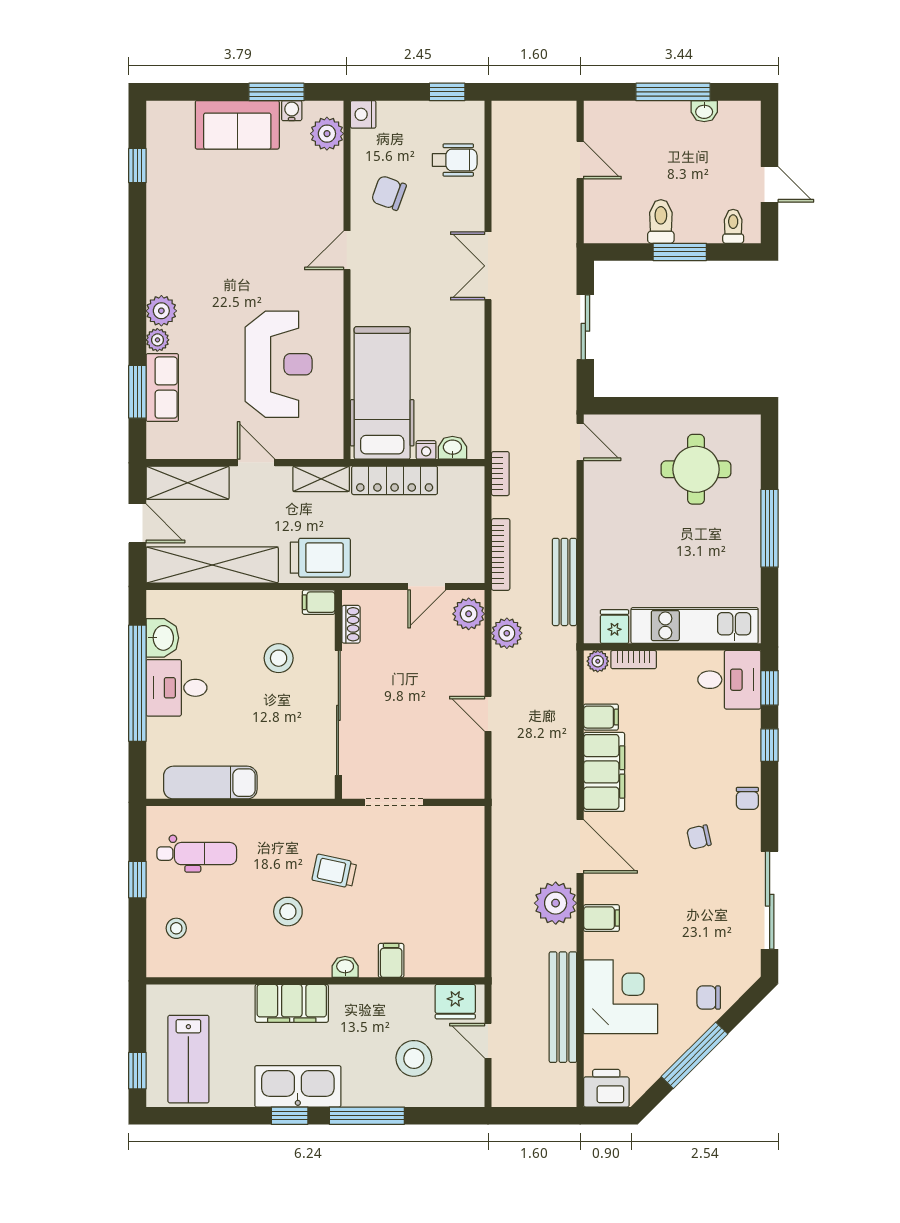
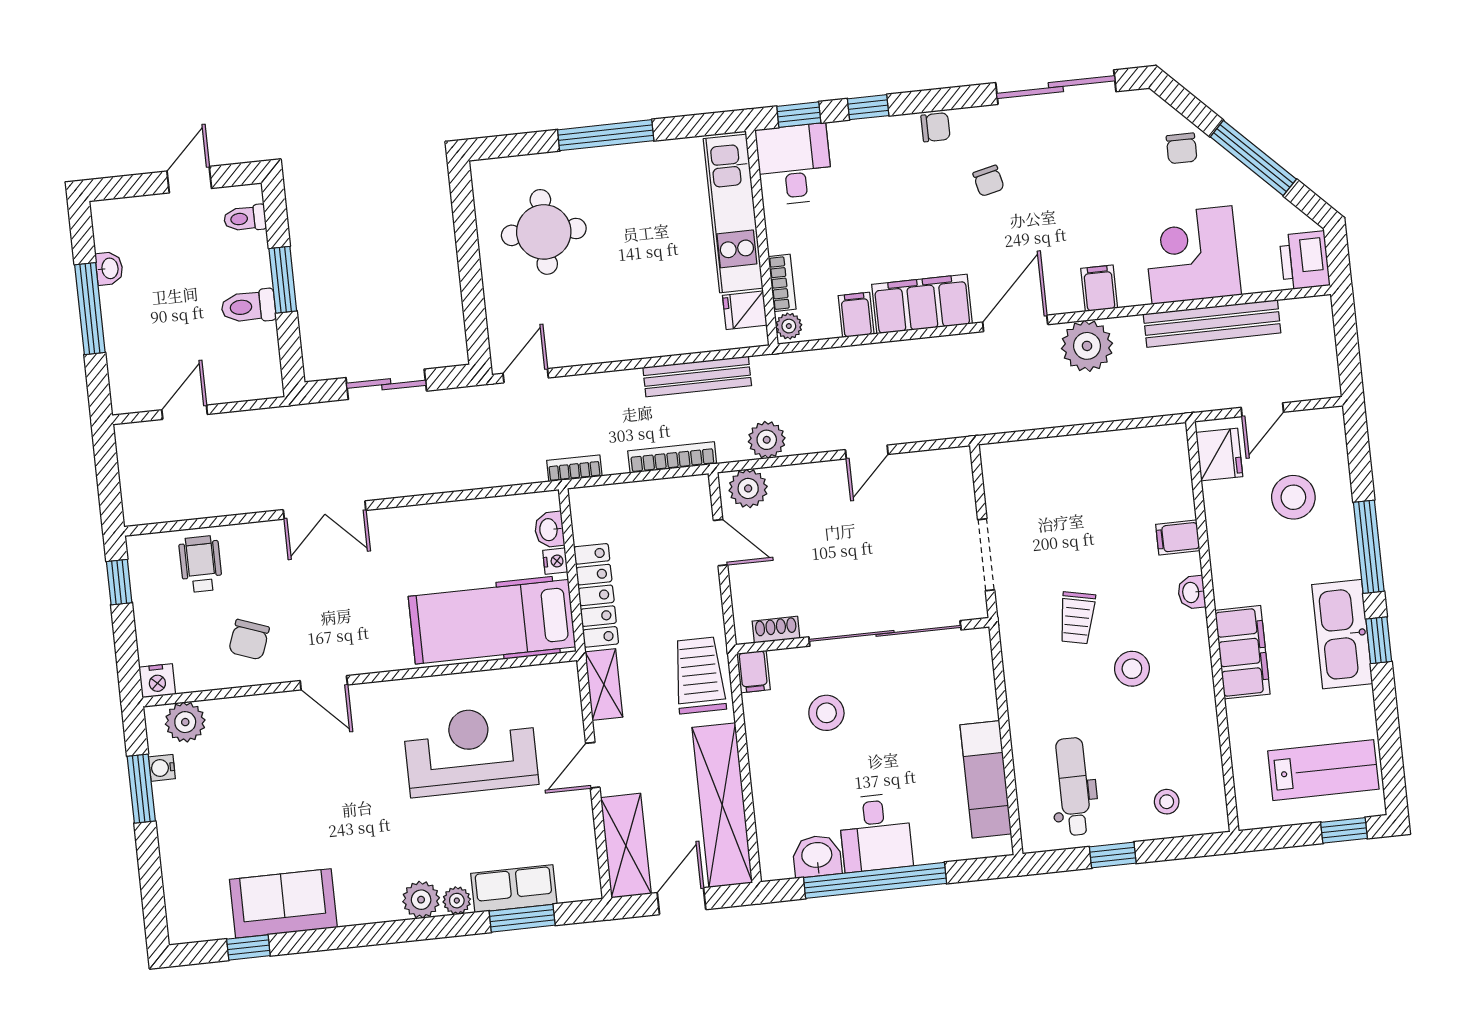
sofa: (237, 125) -> (283, 903), moved, turned -90

